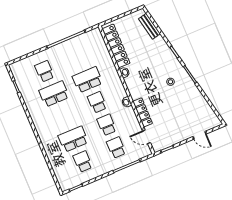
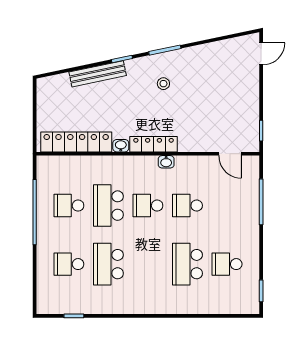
bench: (149, 26) -> (98, 74), moved, width x1.36
locker: (143, 112) -> (154, 144), moved
door: (200, 135) -> (261, 54), moved
door: (146, 137) -> (230, 154), hinge flipped
school desk: (116, 147) -> (69, 206), moved

